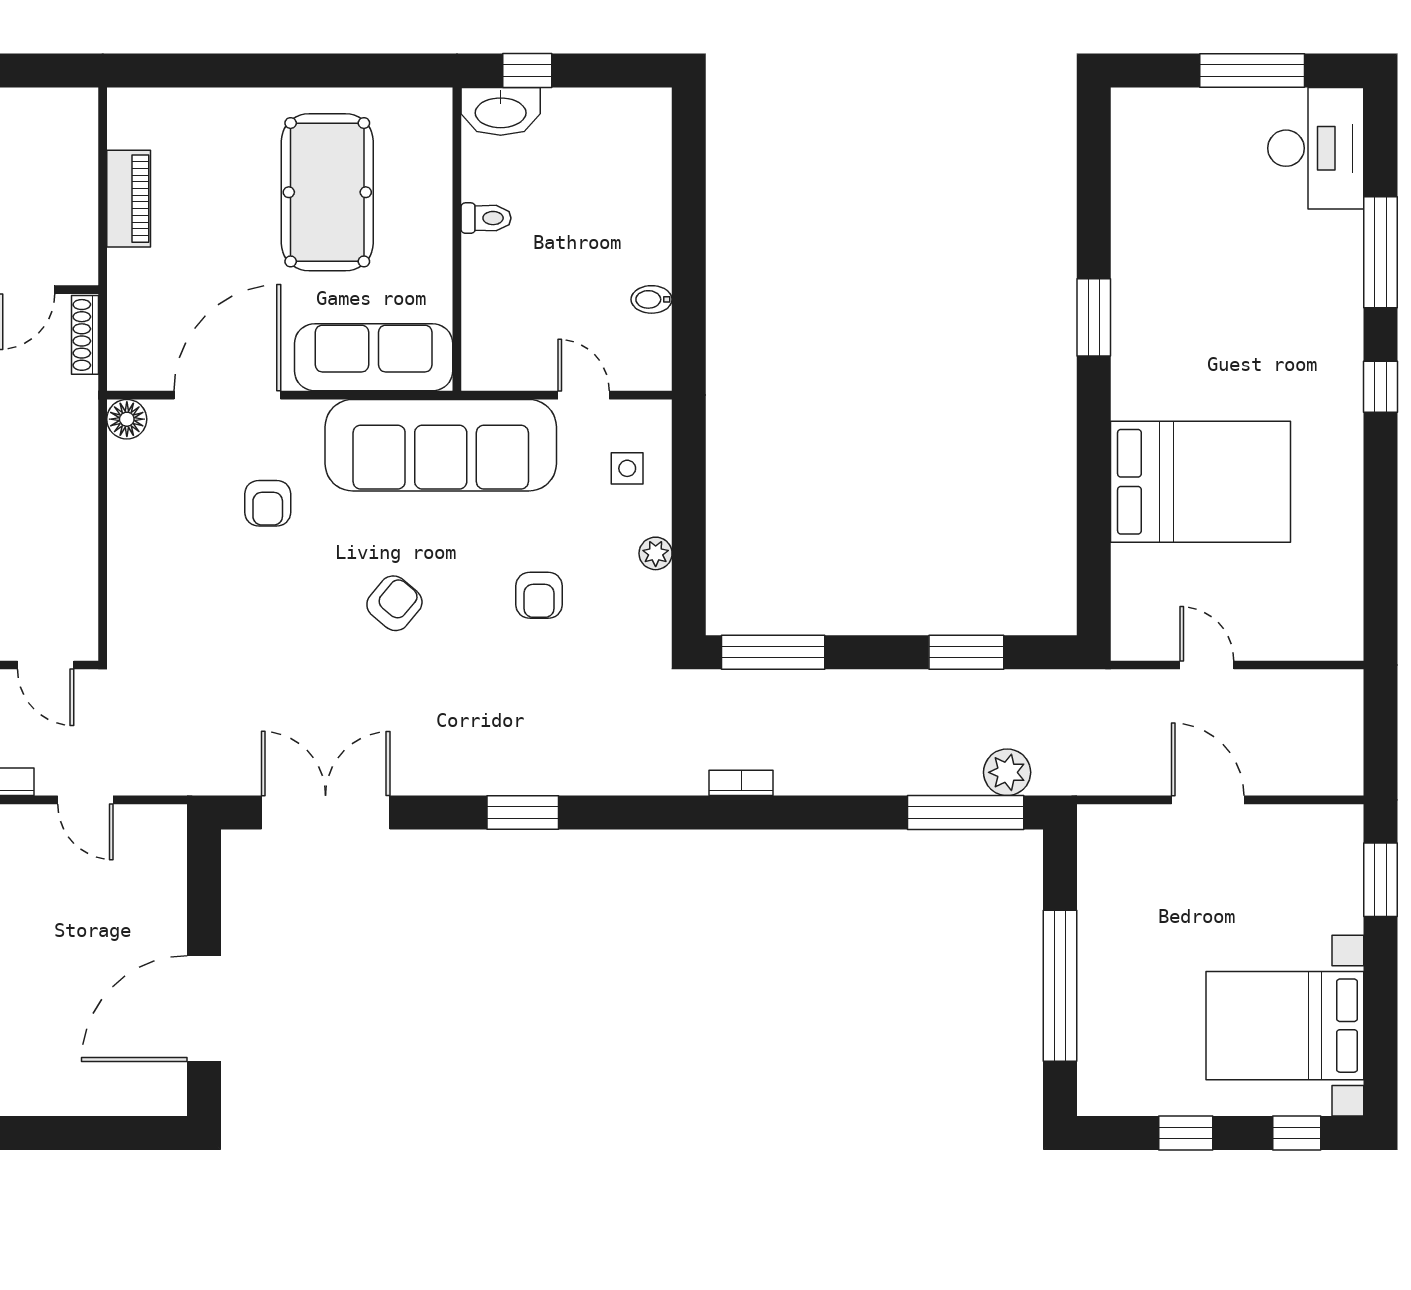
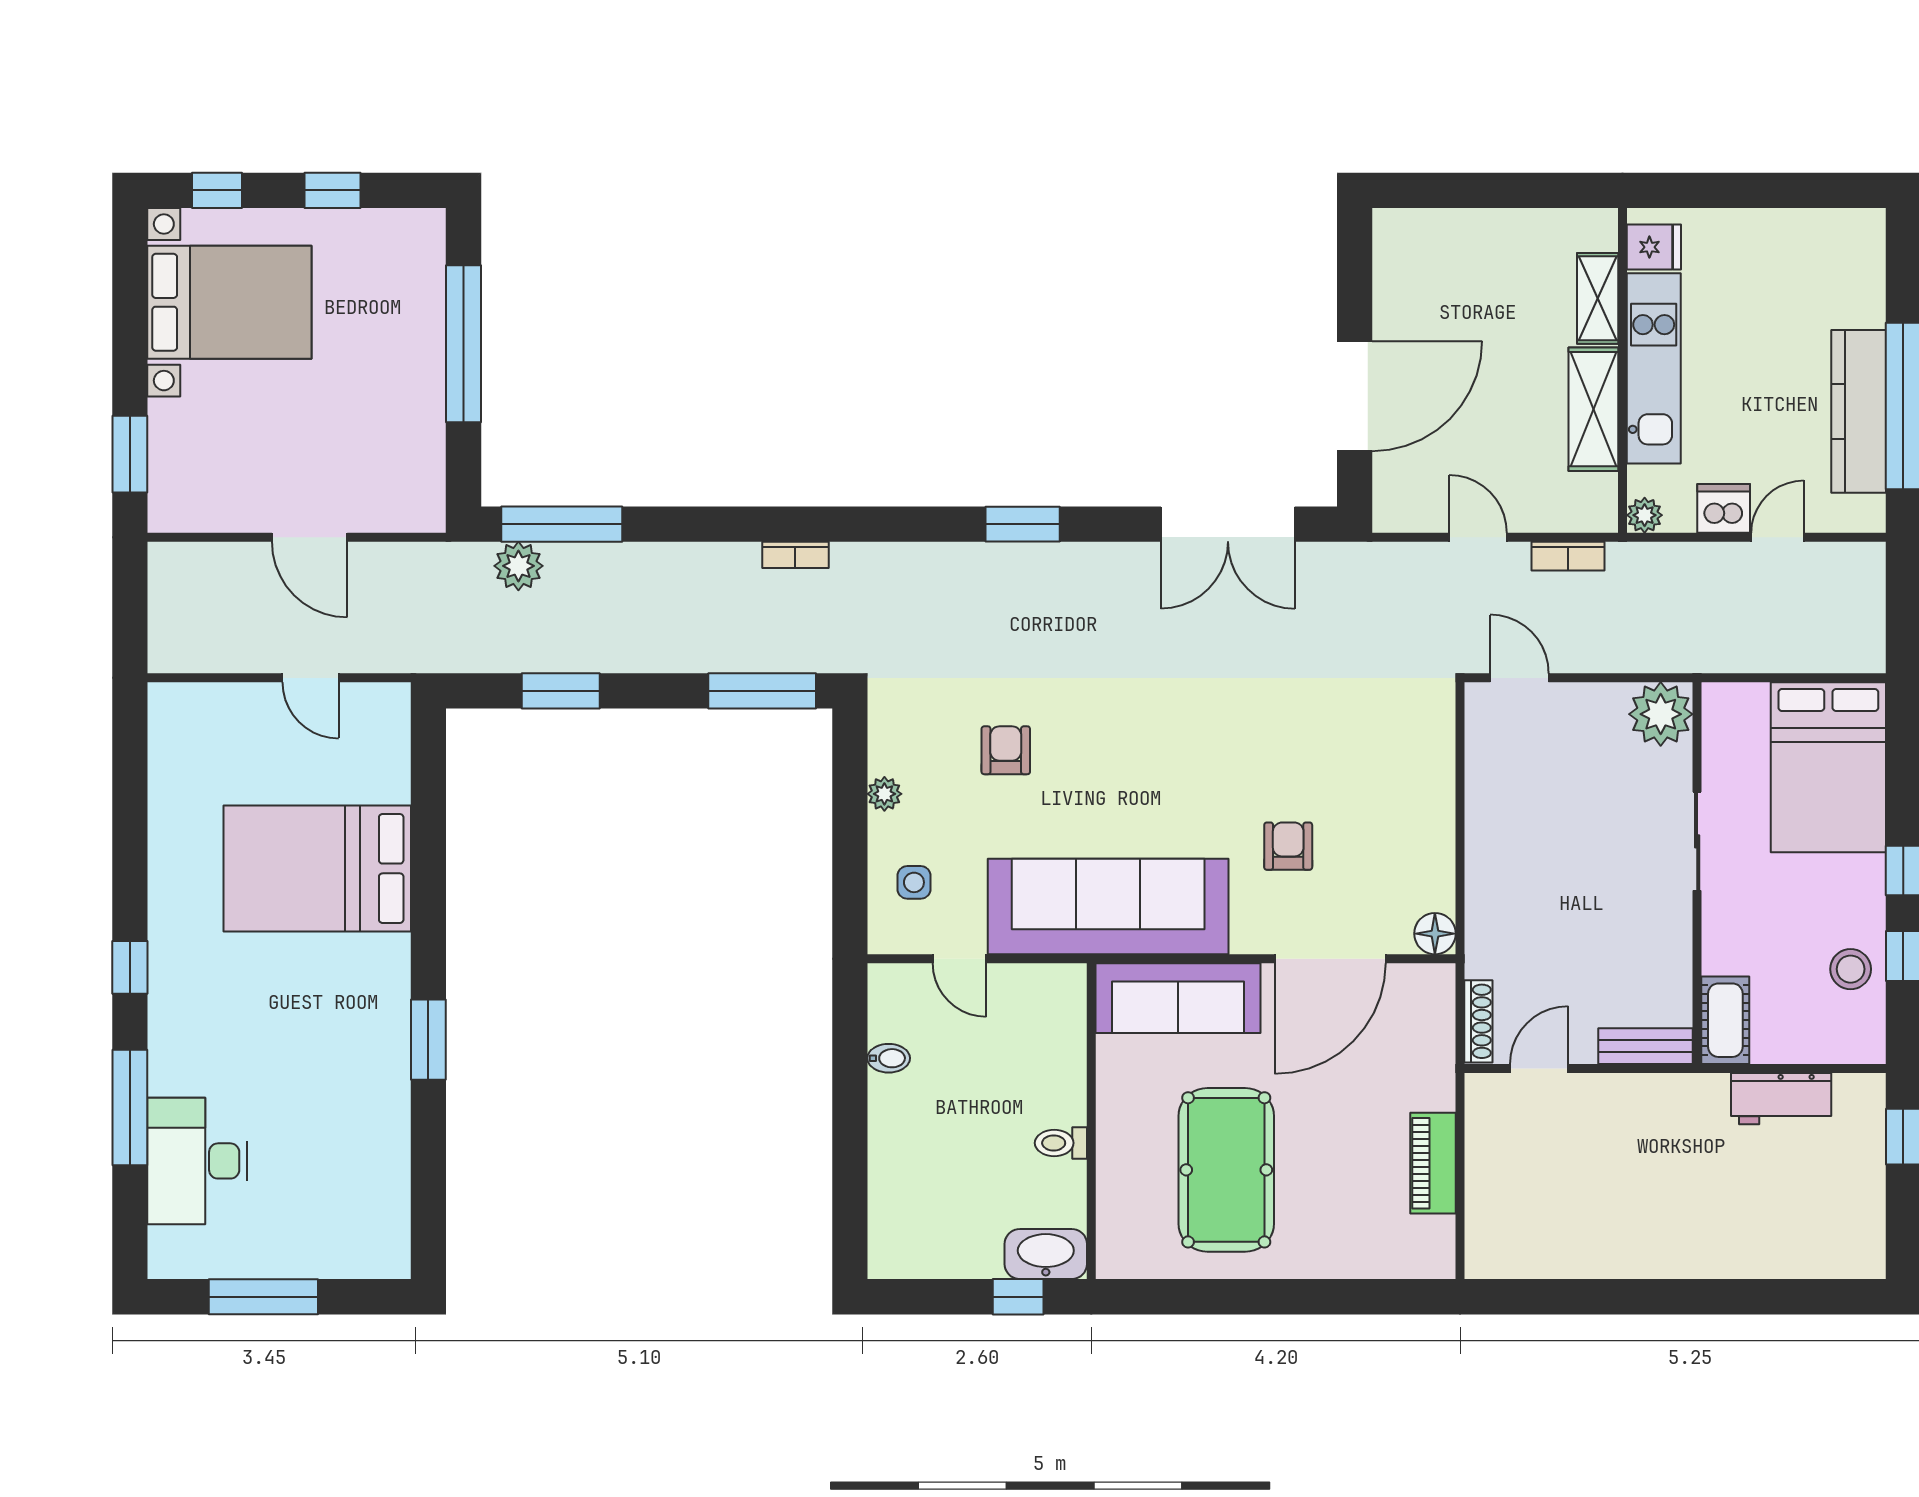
desk: (1316, 148) -> (197, 1161), moved
armchair: (394, 603) -> (1156, 742), removed
door: (204, 1009) -> (1355, 396), moved

